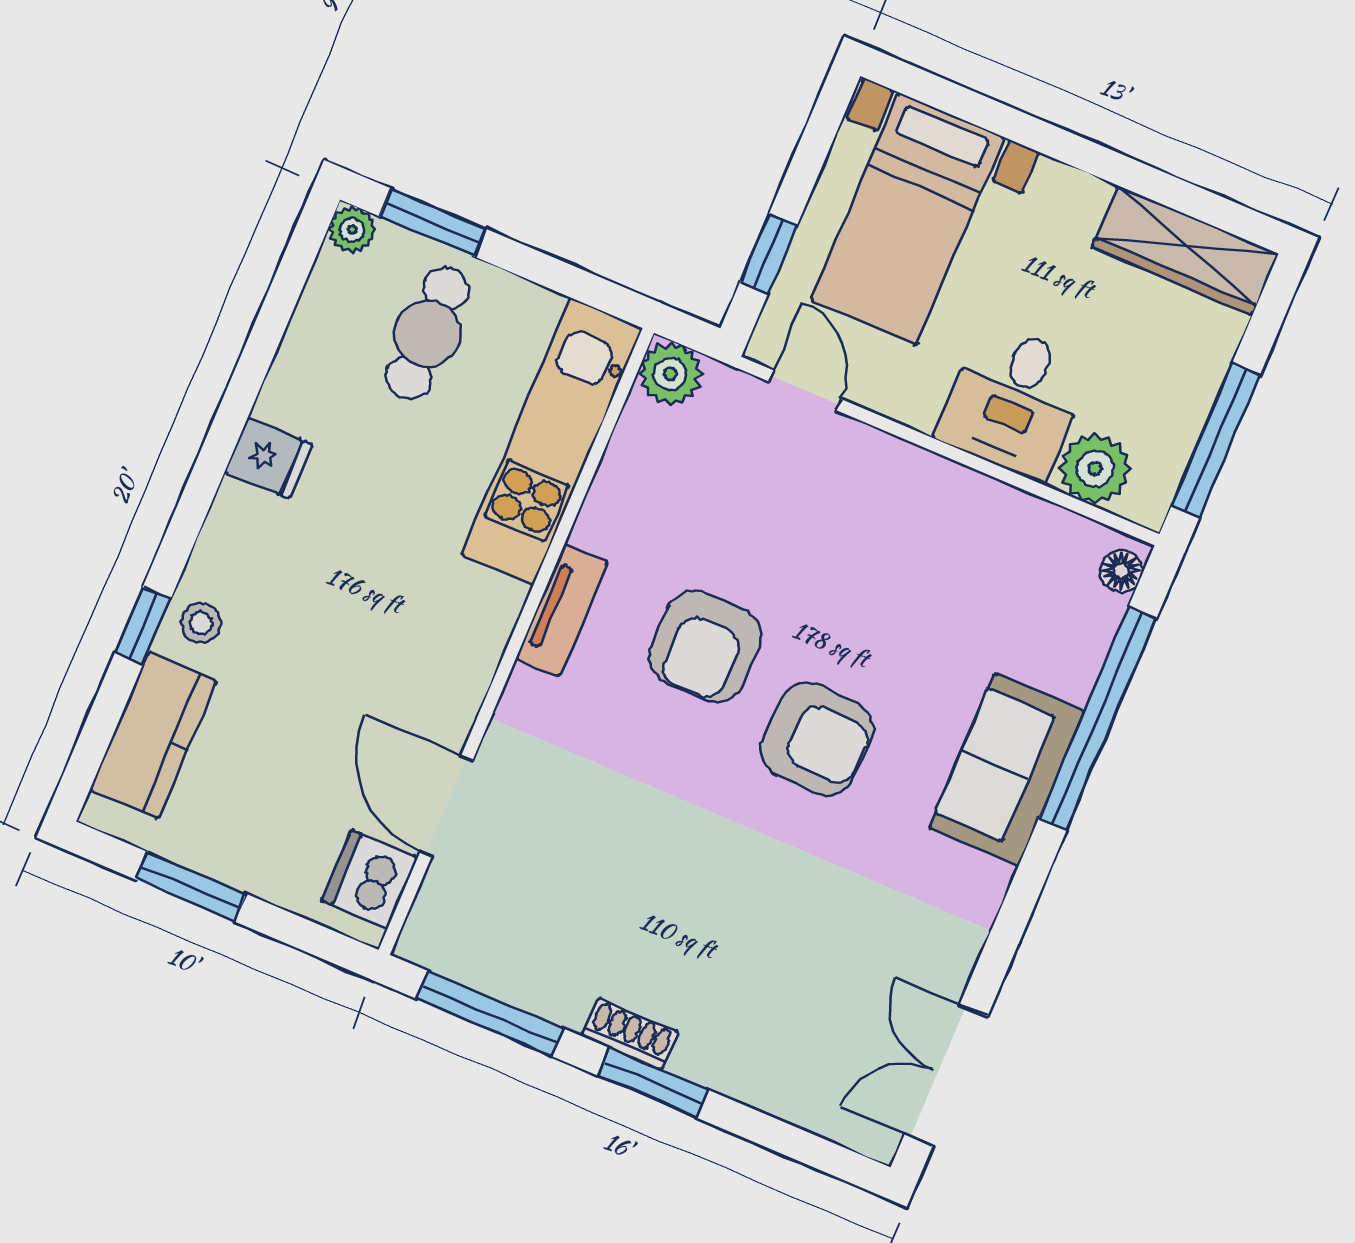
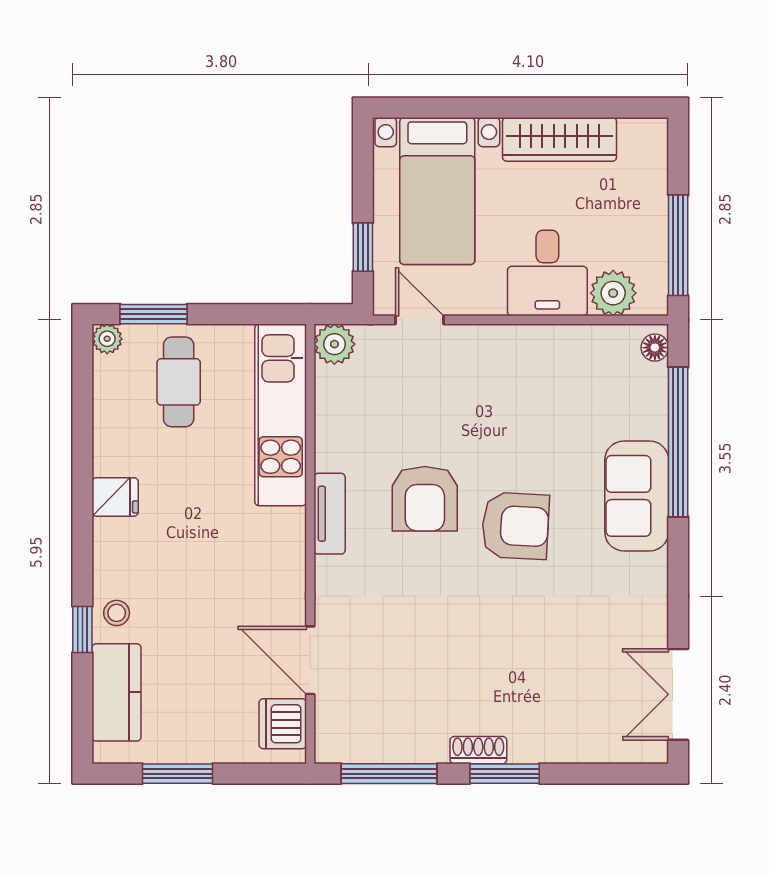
wardrobe: (1185, 250) -> (560, 139), moved

